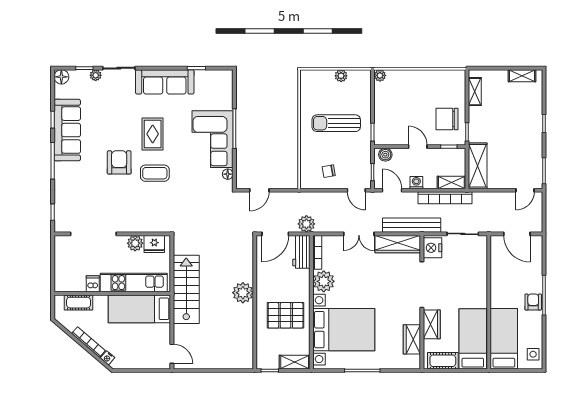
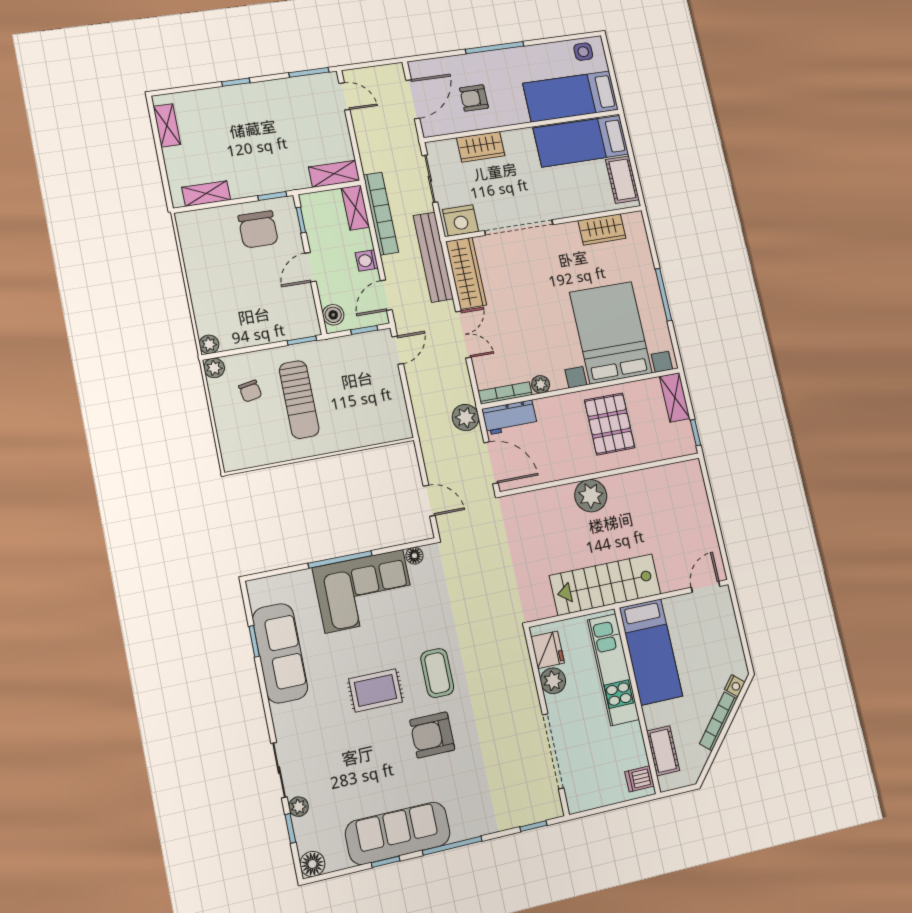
plant: (341, 76) -> (214, 368), moved
sofa: (165, 82) -> (280, 653), moved
shelving: (478, 166) -> (334, 174), width x0.67, depth x0.75
chair: (329, 171) -> (250, 391), moved
plant: (324, 281) -> (541, 384), width x0.53, depth x0.53
dishwasher: (93, 284) -> (639, 779), moved
armchair: (533, 302) -> (474, 98), moved
wardrobe: (432, 324) -> (481, 147), moved, turned 180

